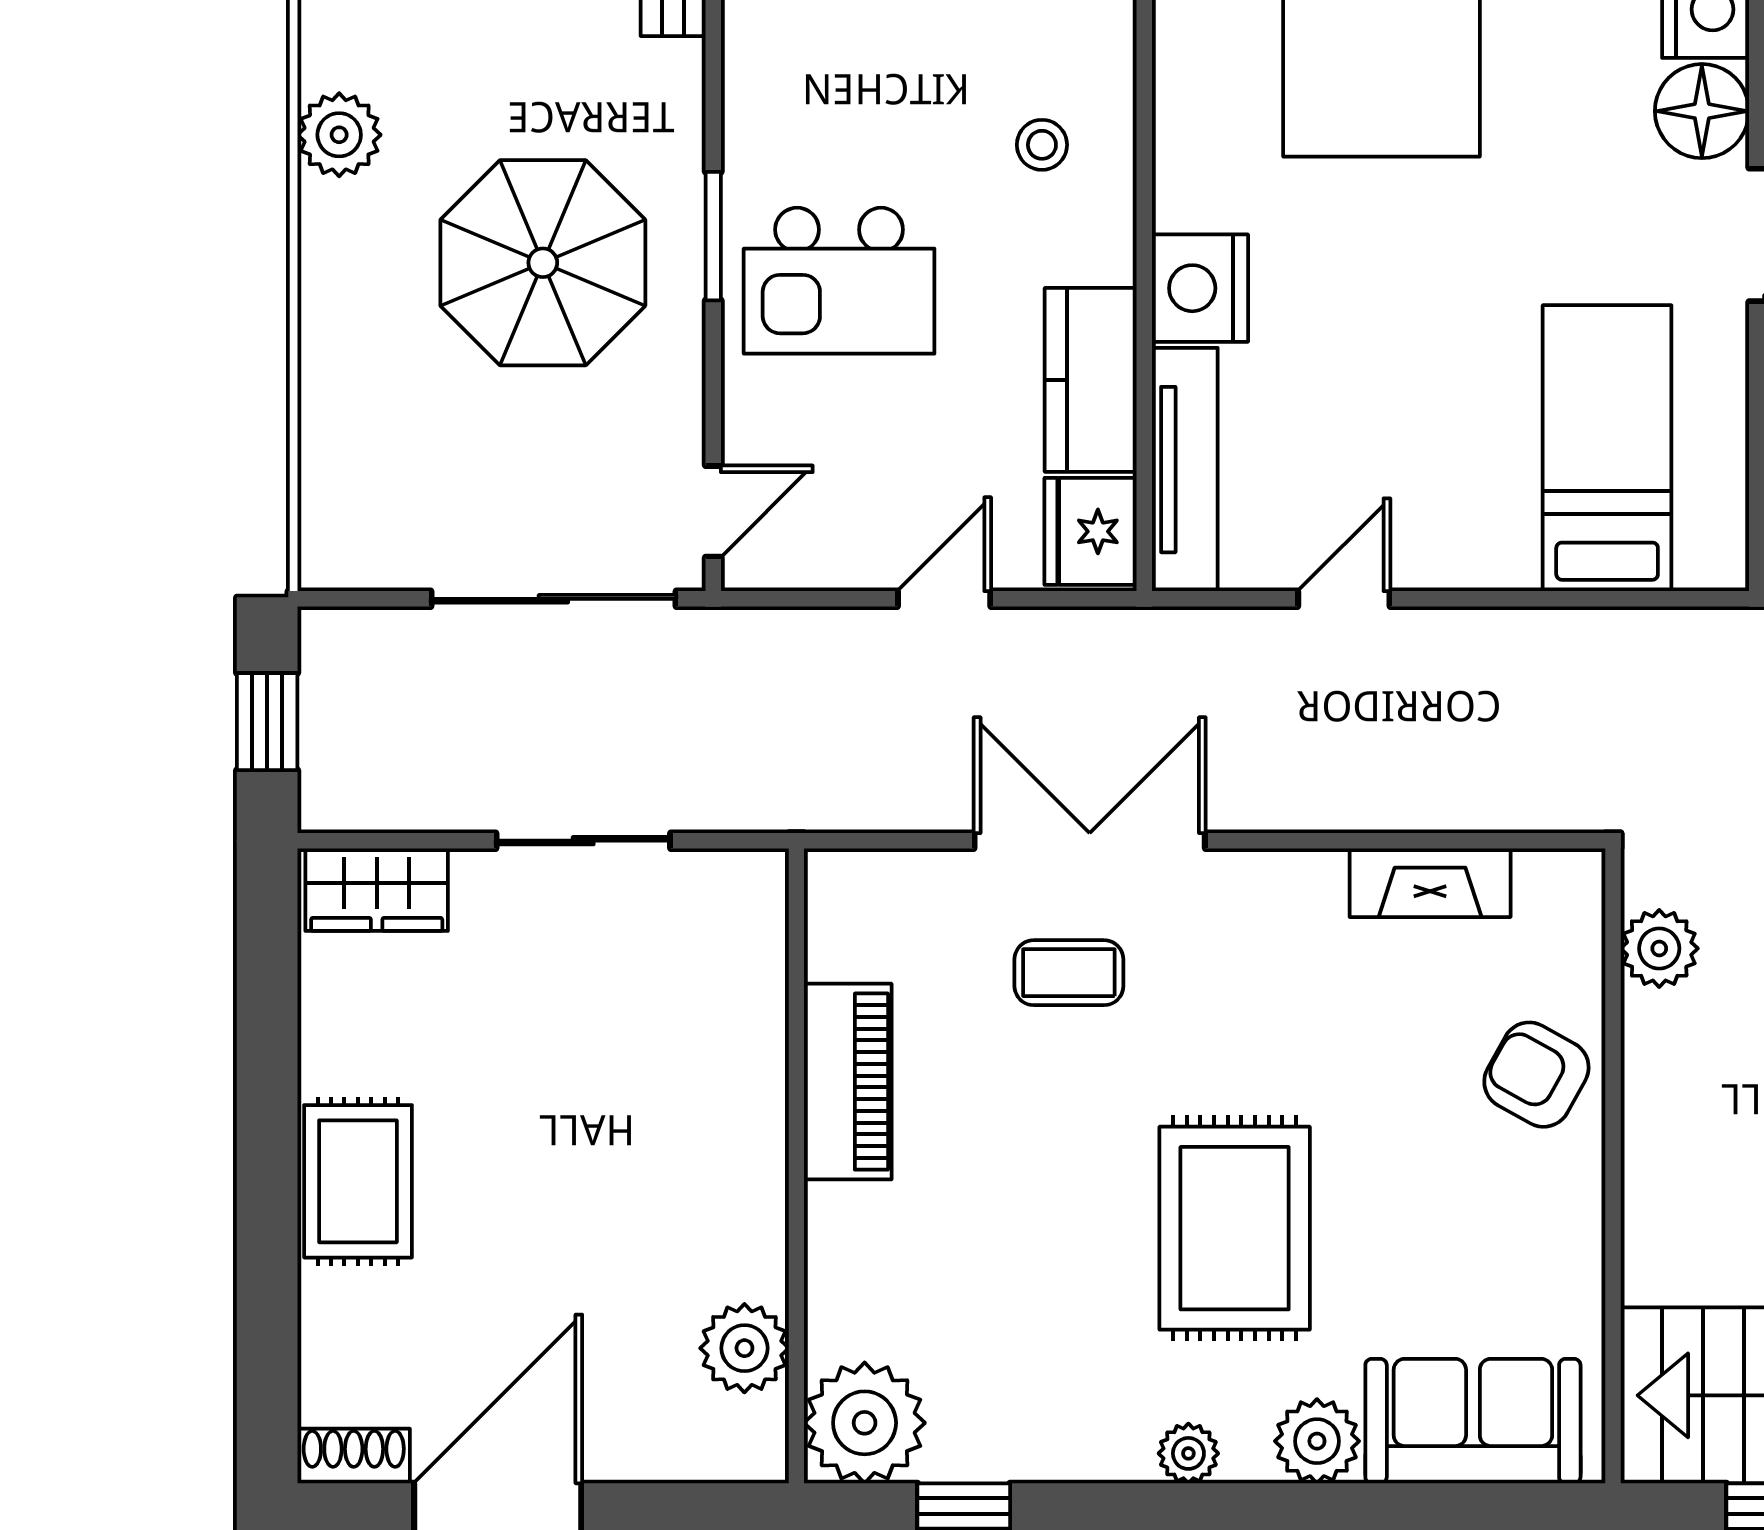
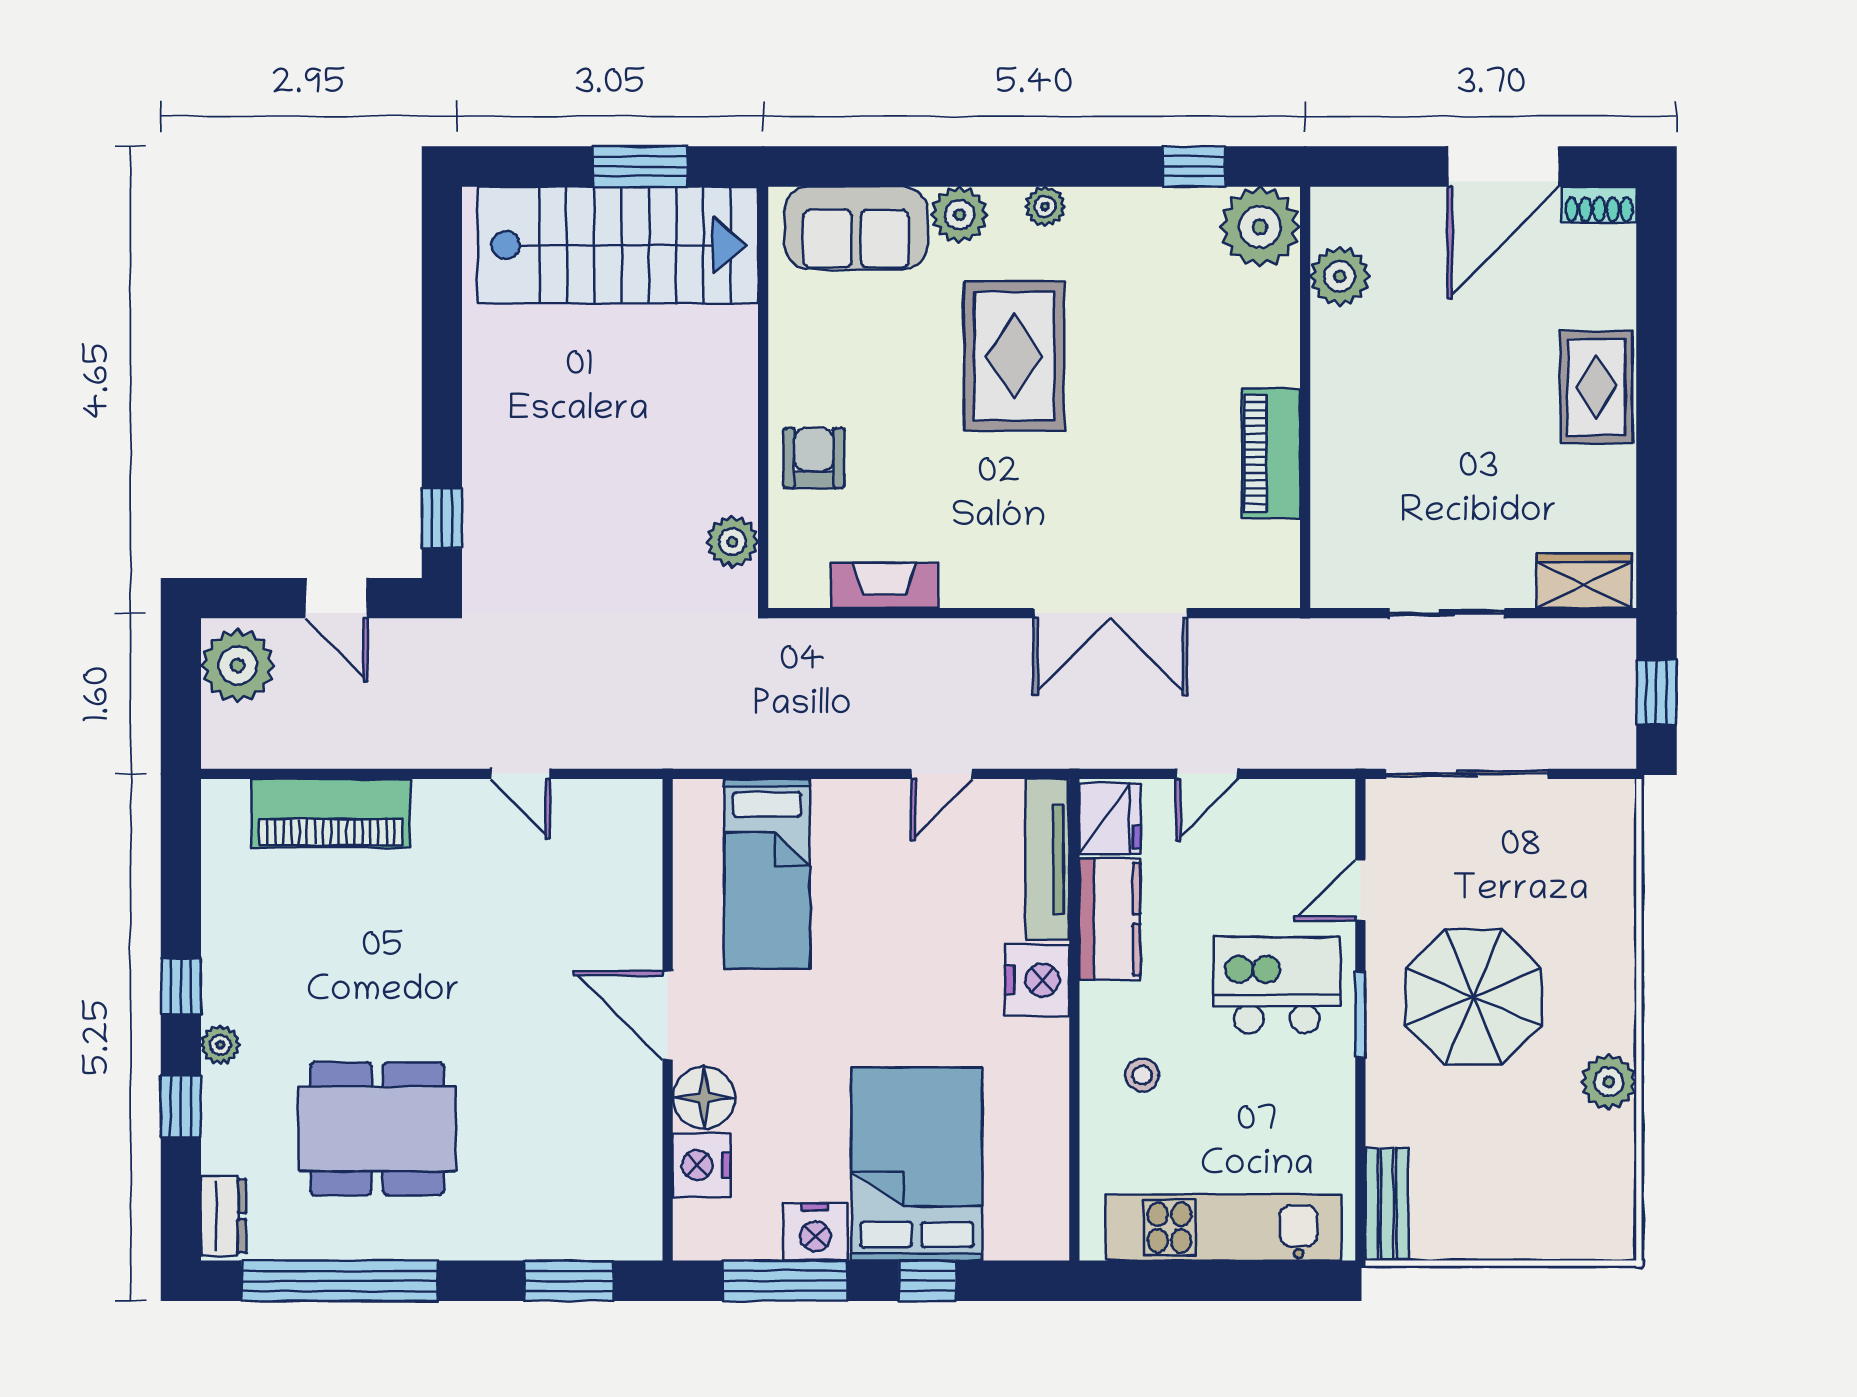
door: (713, 511) -> (1360, 890), moved
coffee table: (1069, 973) -> (1124, 526), removed
armchair: (1536, 1075) -> (814, 458), turned -119

